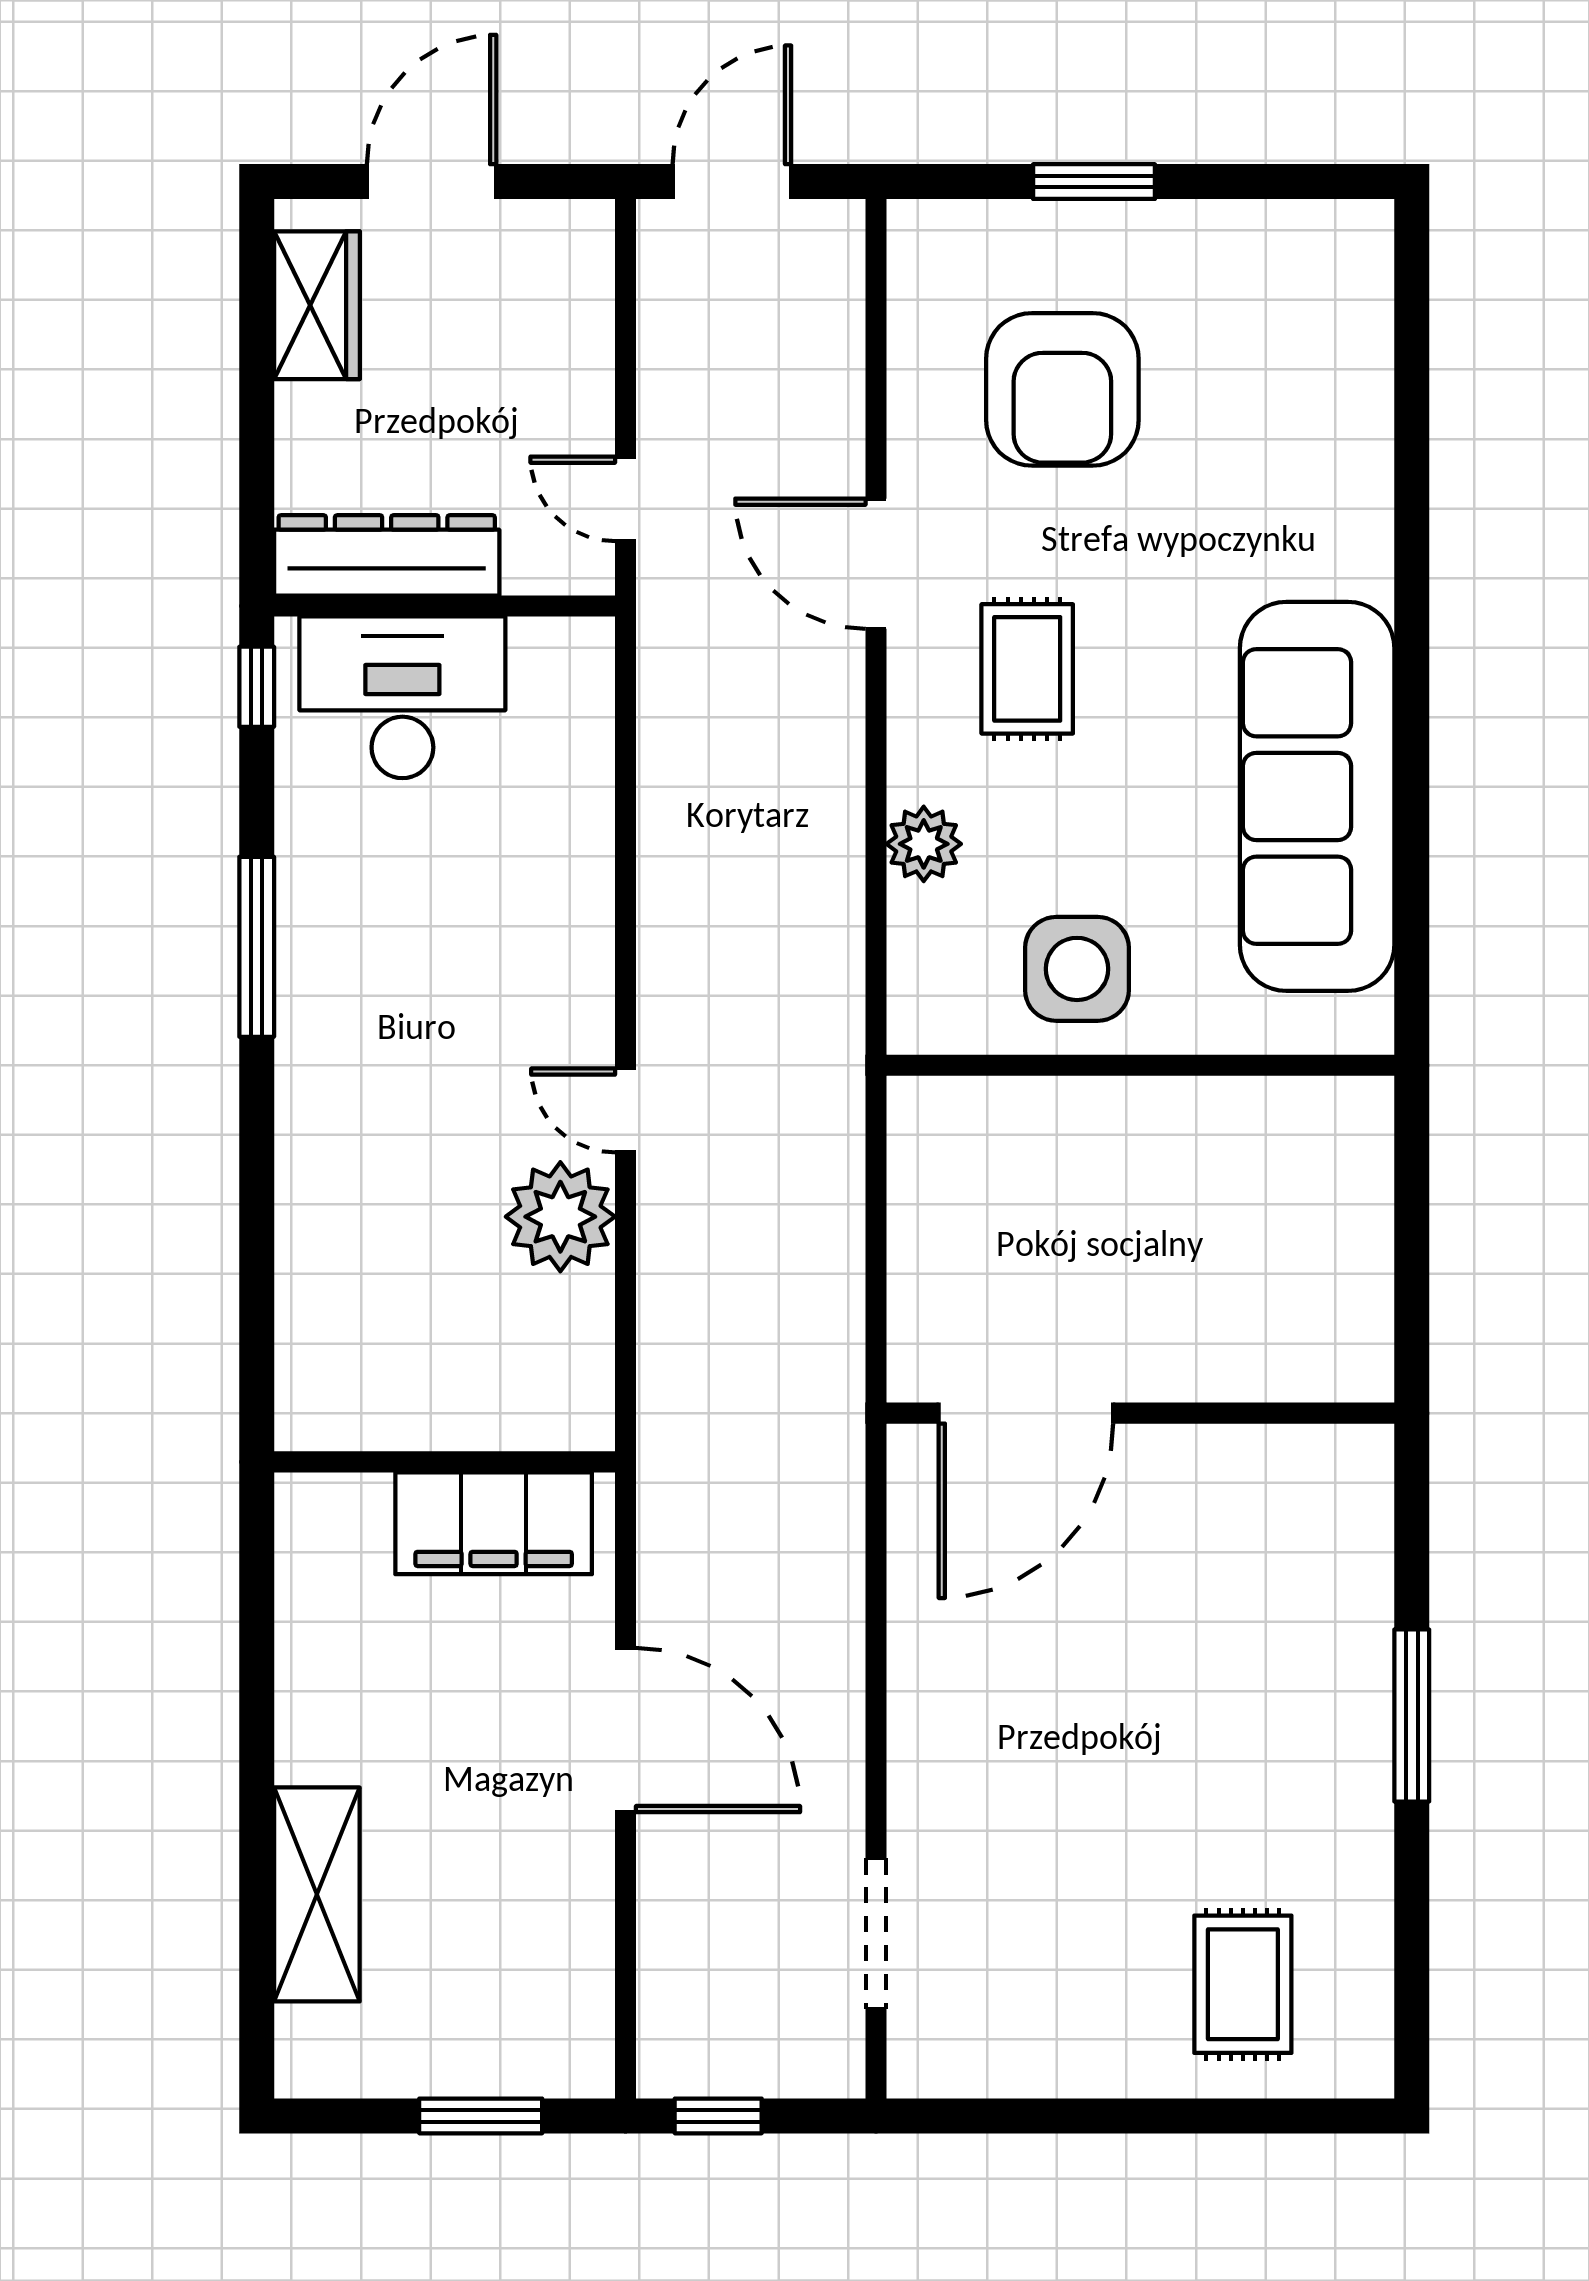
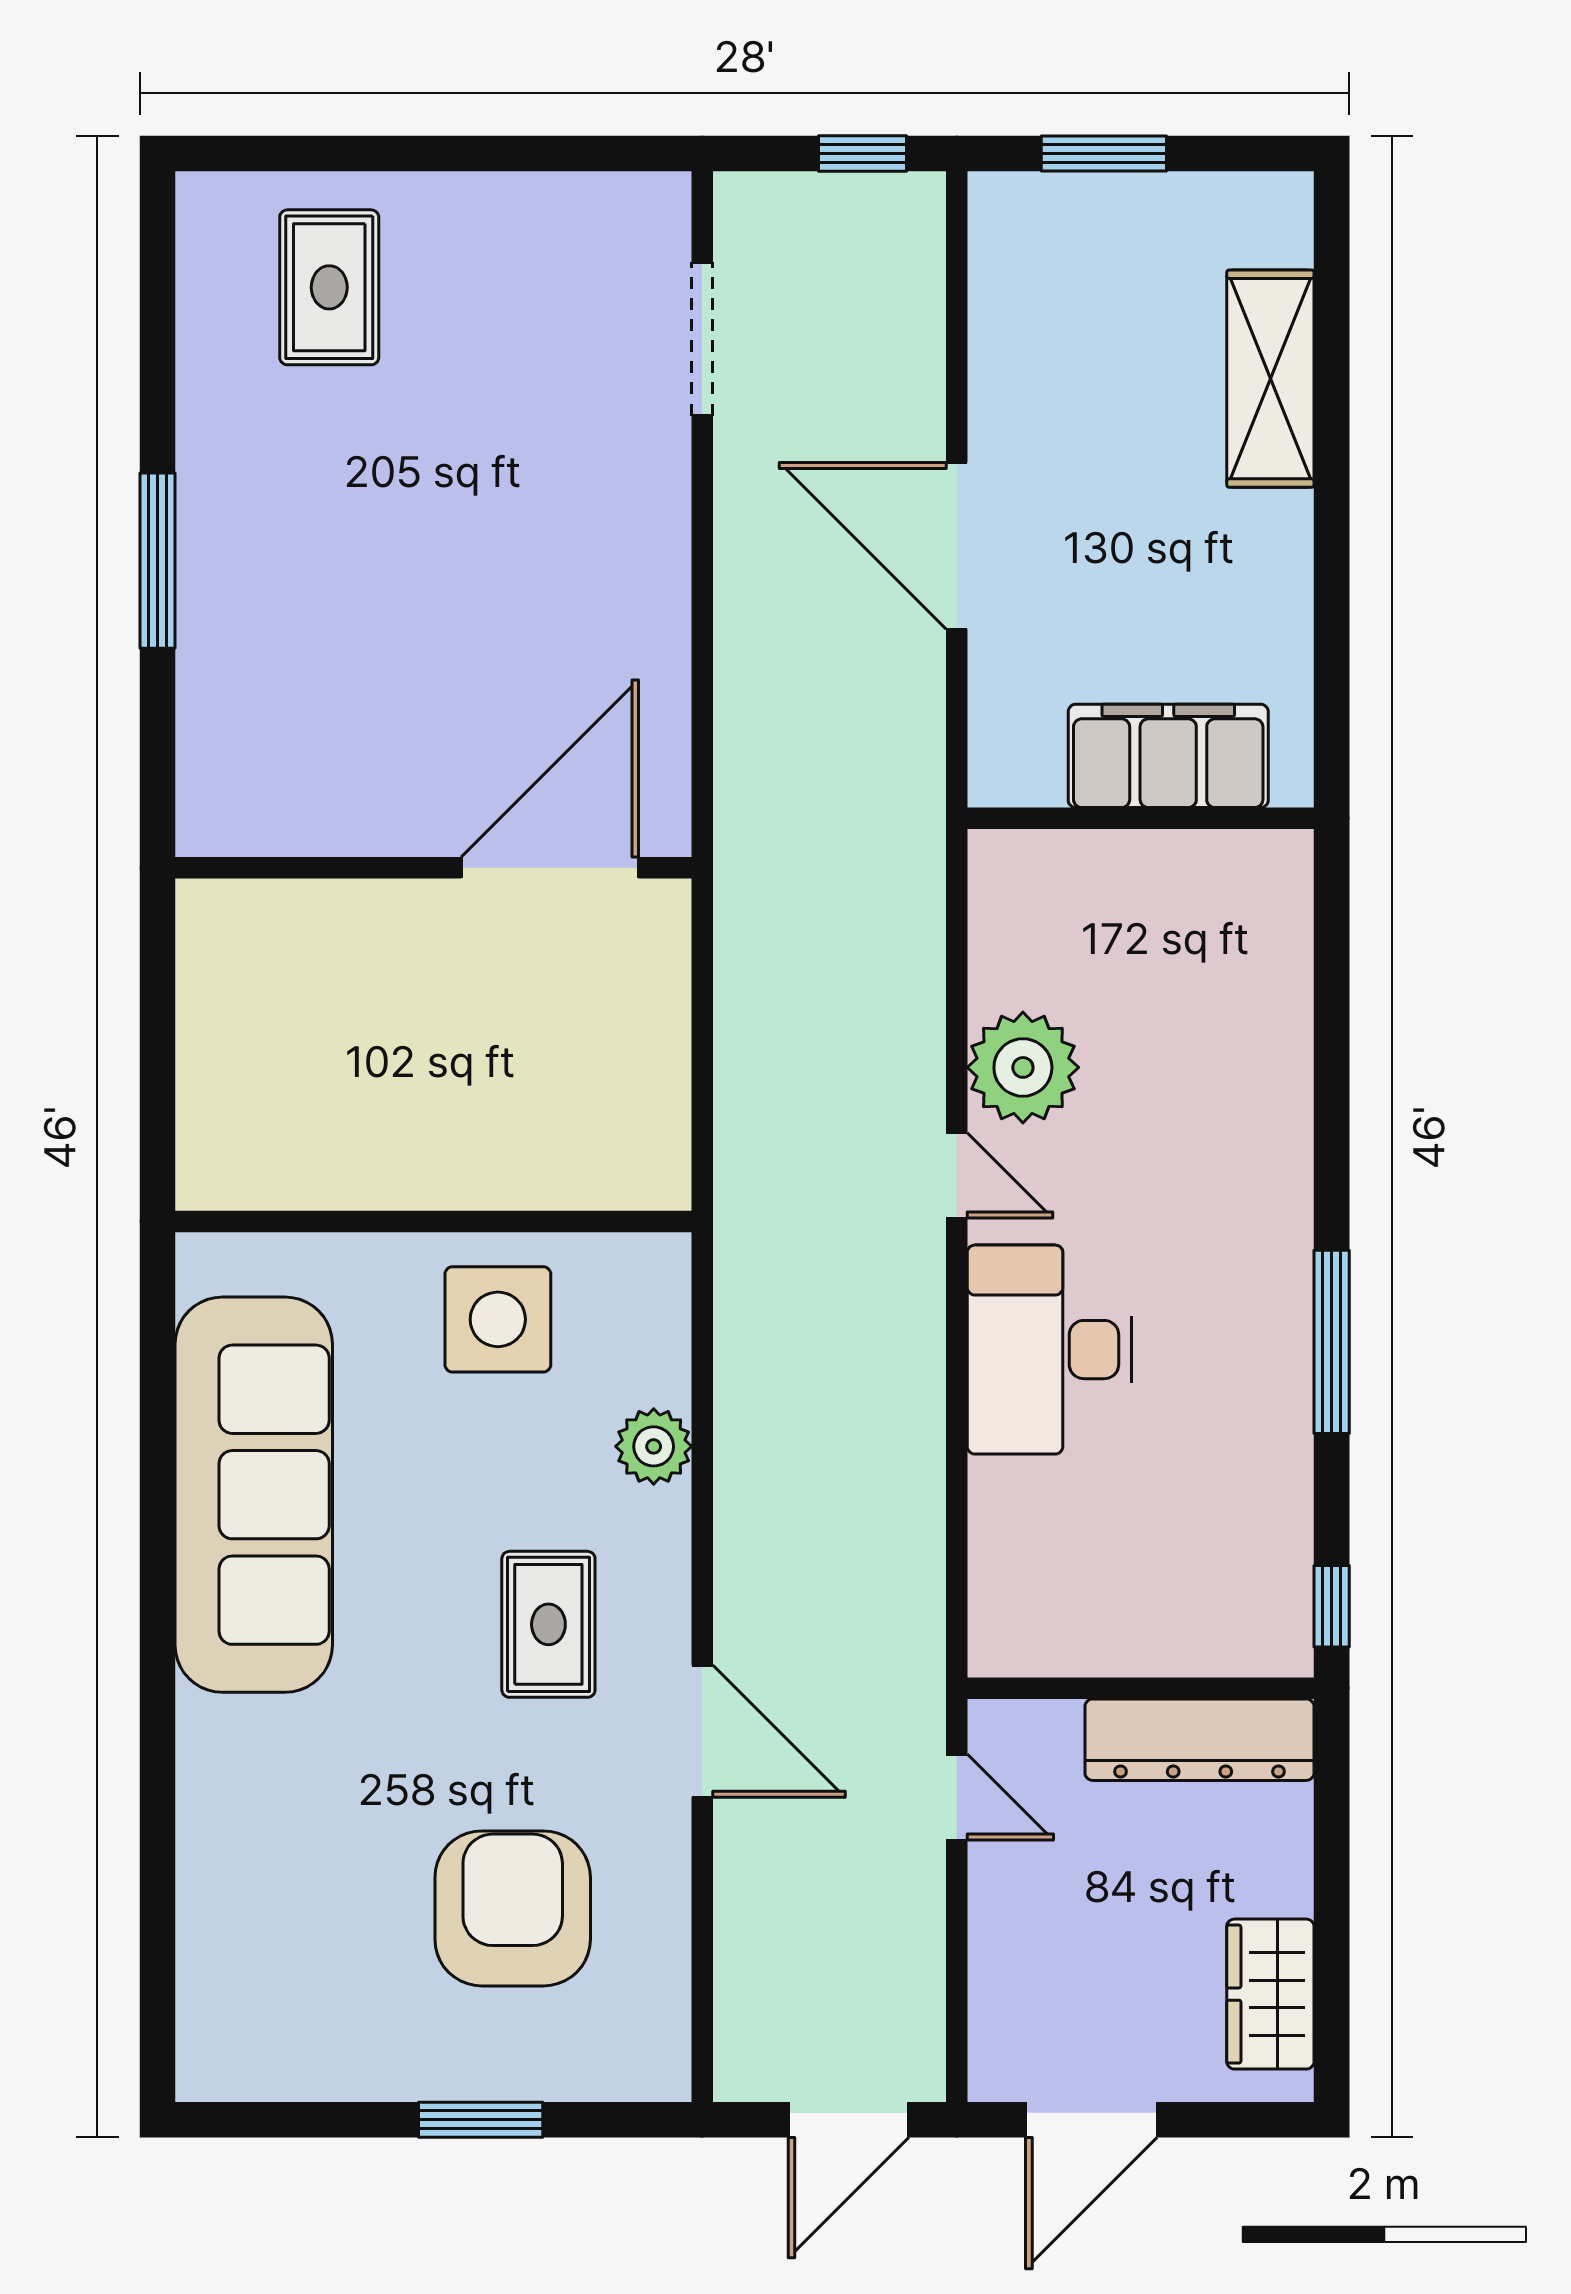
door: (432, 182) -> (1091, 2120), moved
desk: (402, 697) -> (1050, 1350), moved, turned 90
filing cabinet: (494, 1523) -> (1168, 756), moved

